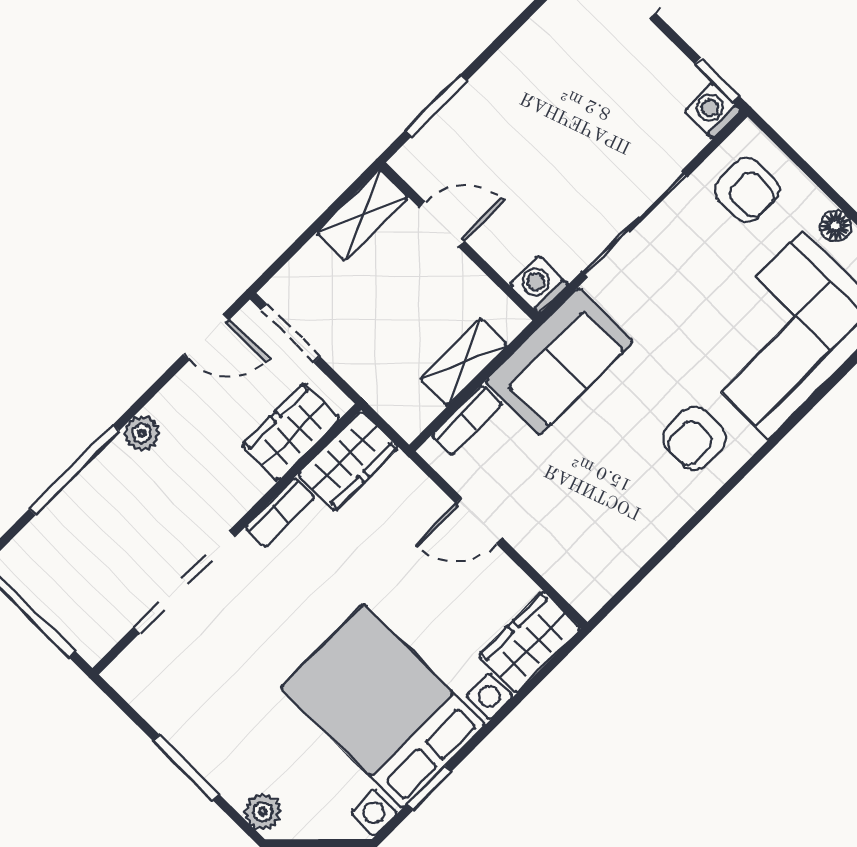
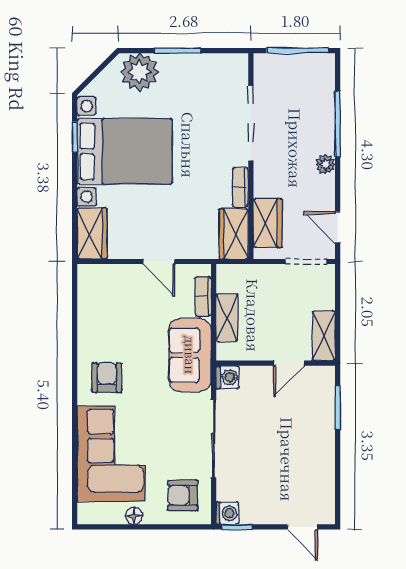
door: (206, 337) -> (338, 227), hinge flipped
door: (479, 521) -> (159, 261), swing flipped
plant: (263, 812) -> (139, 72), width x1.88, depth x1.88

